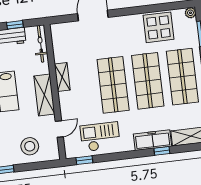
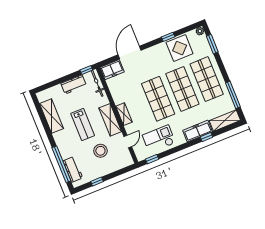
window: (148, 9) -> (168, 37), added
window: (15, 25) -> (86, 70), moved
freezer: (64, 31) -> (112, 70), added
shelving: (62, 77) -> (124, 114), moved
stool: (30, 146) -> (100, 151), moved

